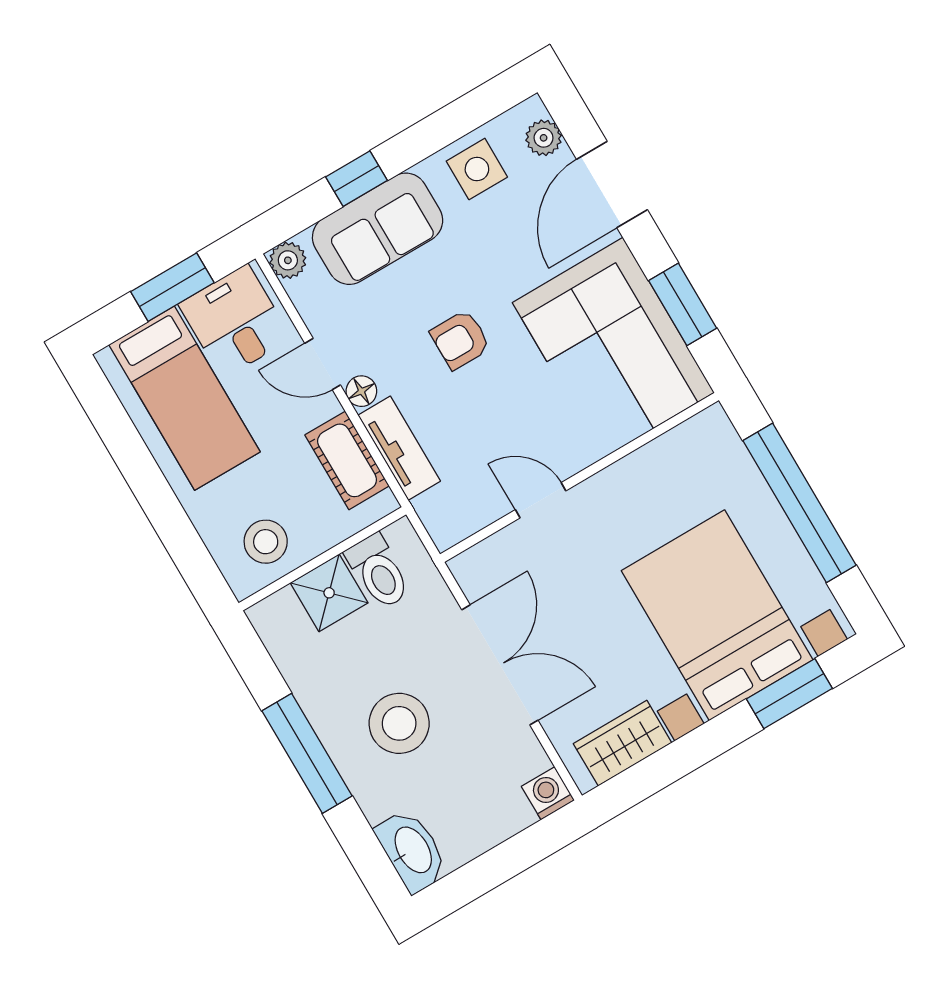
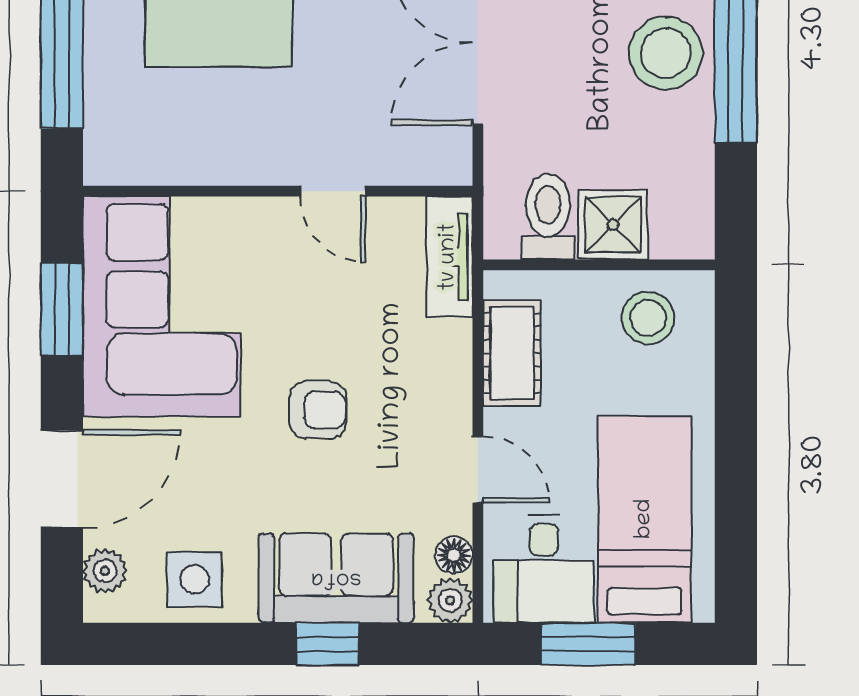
floor lamp: (361, 391) -> (454, 555), moved
tv unit: (399, 448) -> (449, 257), moved
stool: (399, 723) -> (666, 53), moved

